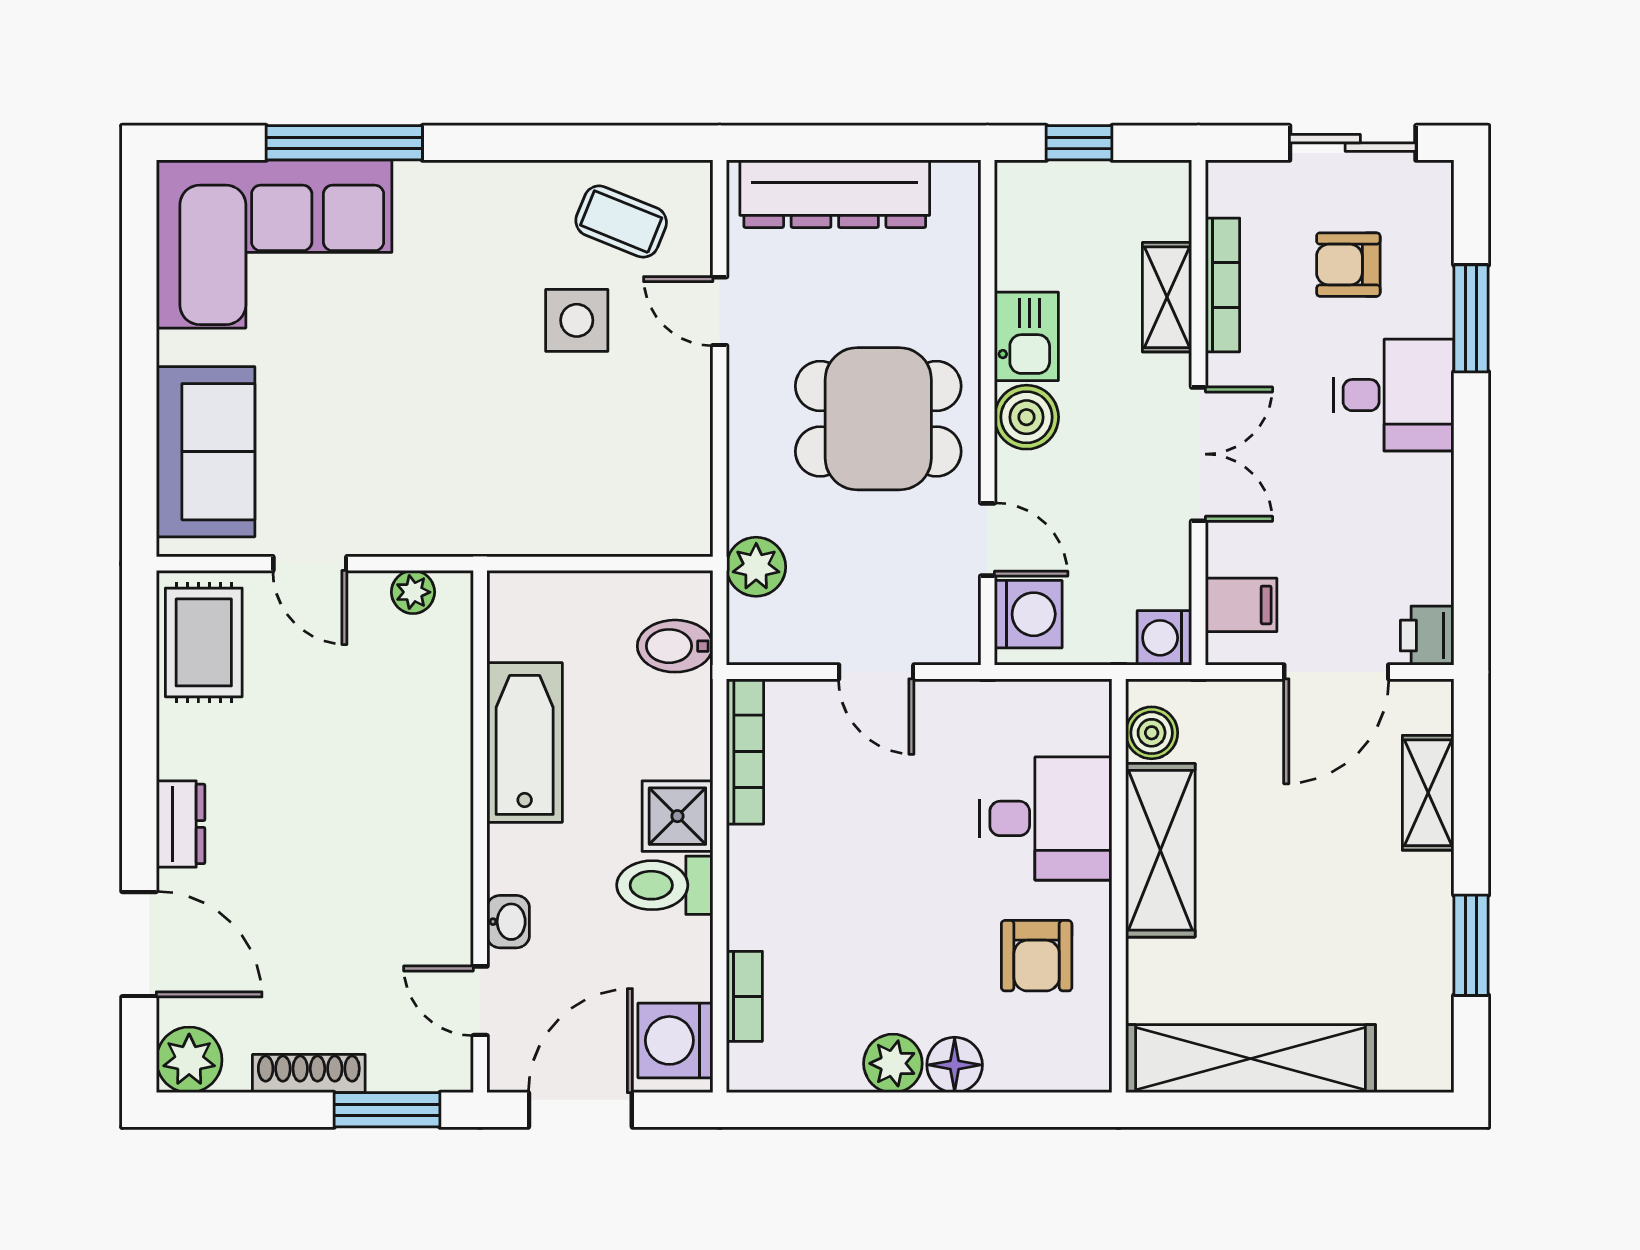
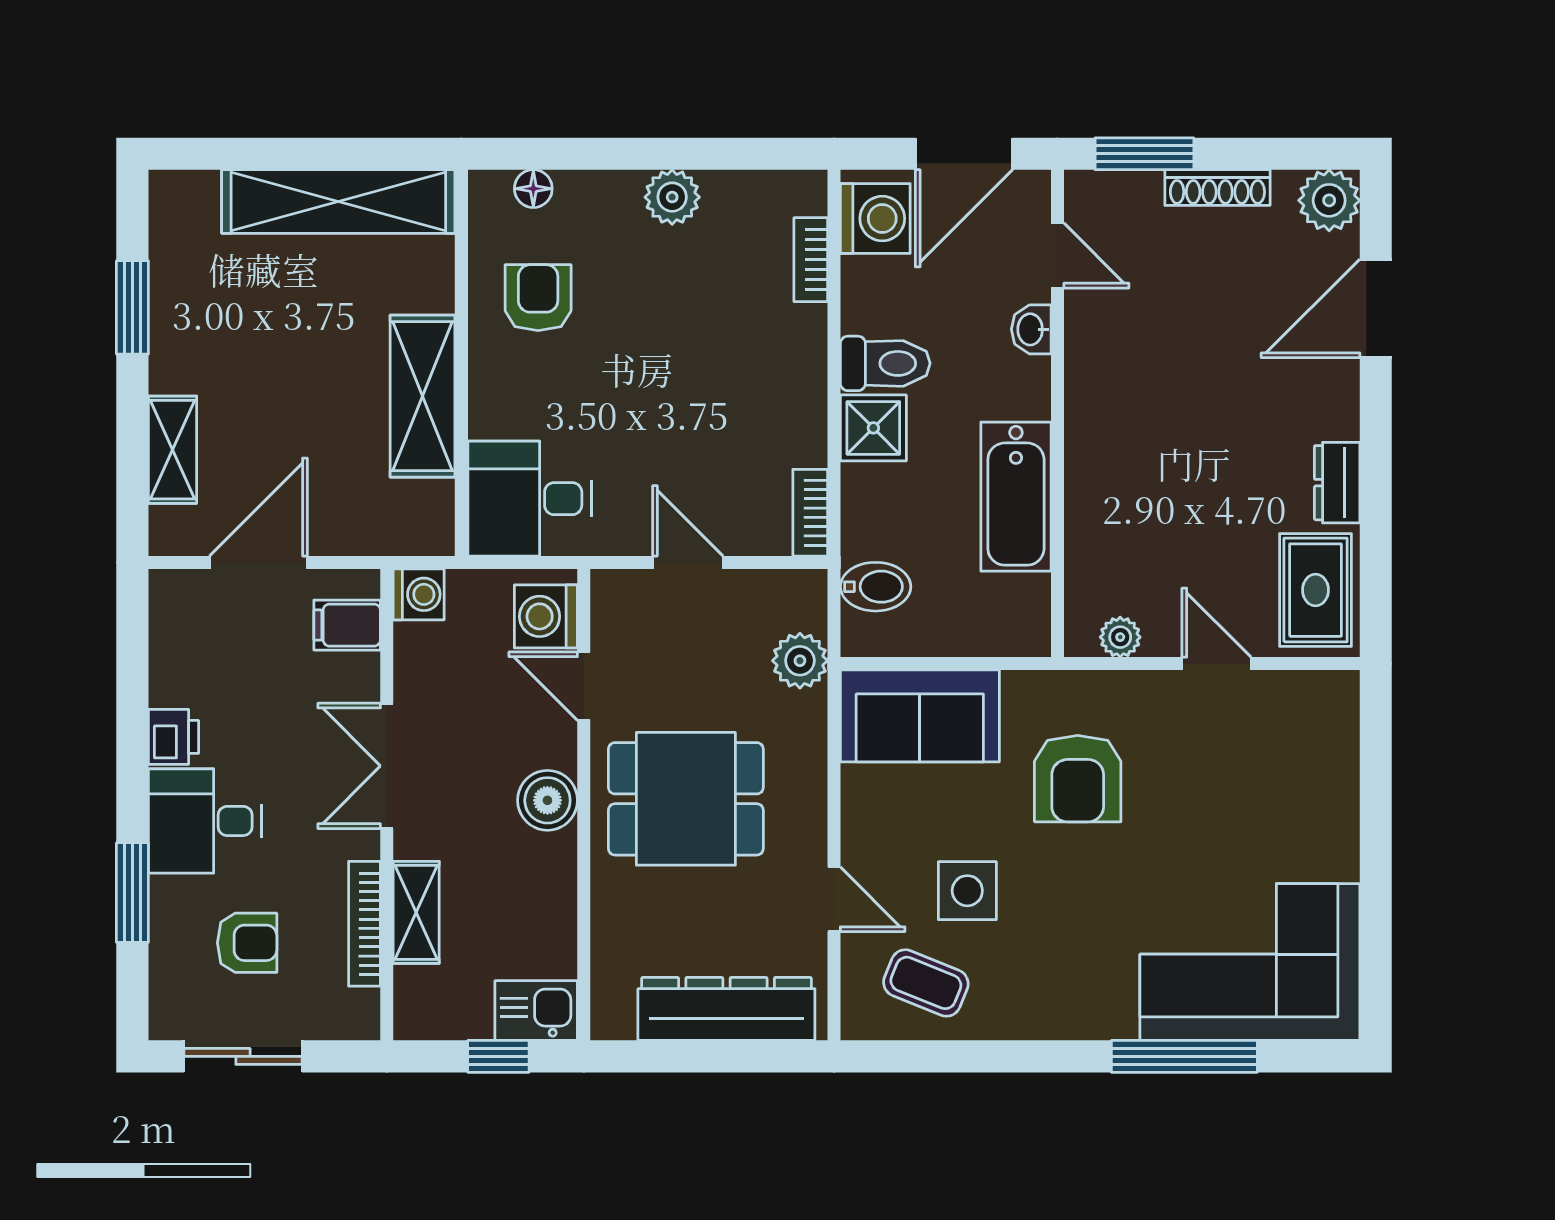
kitchen sink: (1026, 336) -> (536, 1011), moved, turned 90
armchair: (458, 441) -> (1078, 779), added
sofa: (206, 452) -> (920, 716), moved, turned -90
printer: (1427, 636) -> (173, 737), moved
boiler: (1152, 733) -> (431, 506), removed
bookcase: (745, 751) -> (810, 513), width x0.64
desk: (1046, 818) -> (530, 499), moved
dresser: (181, 824) -> (1337, 483), moved
door: (139, 944) -> (1376, 308), hinge flipped
floor lamp: (955, 1065) -> (533, 189), moved, width x0.73, depth x0.73

